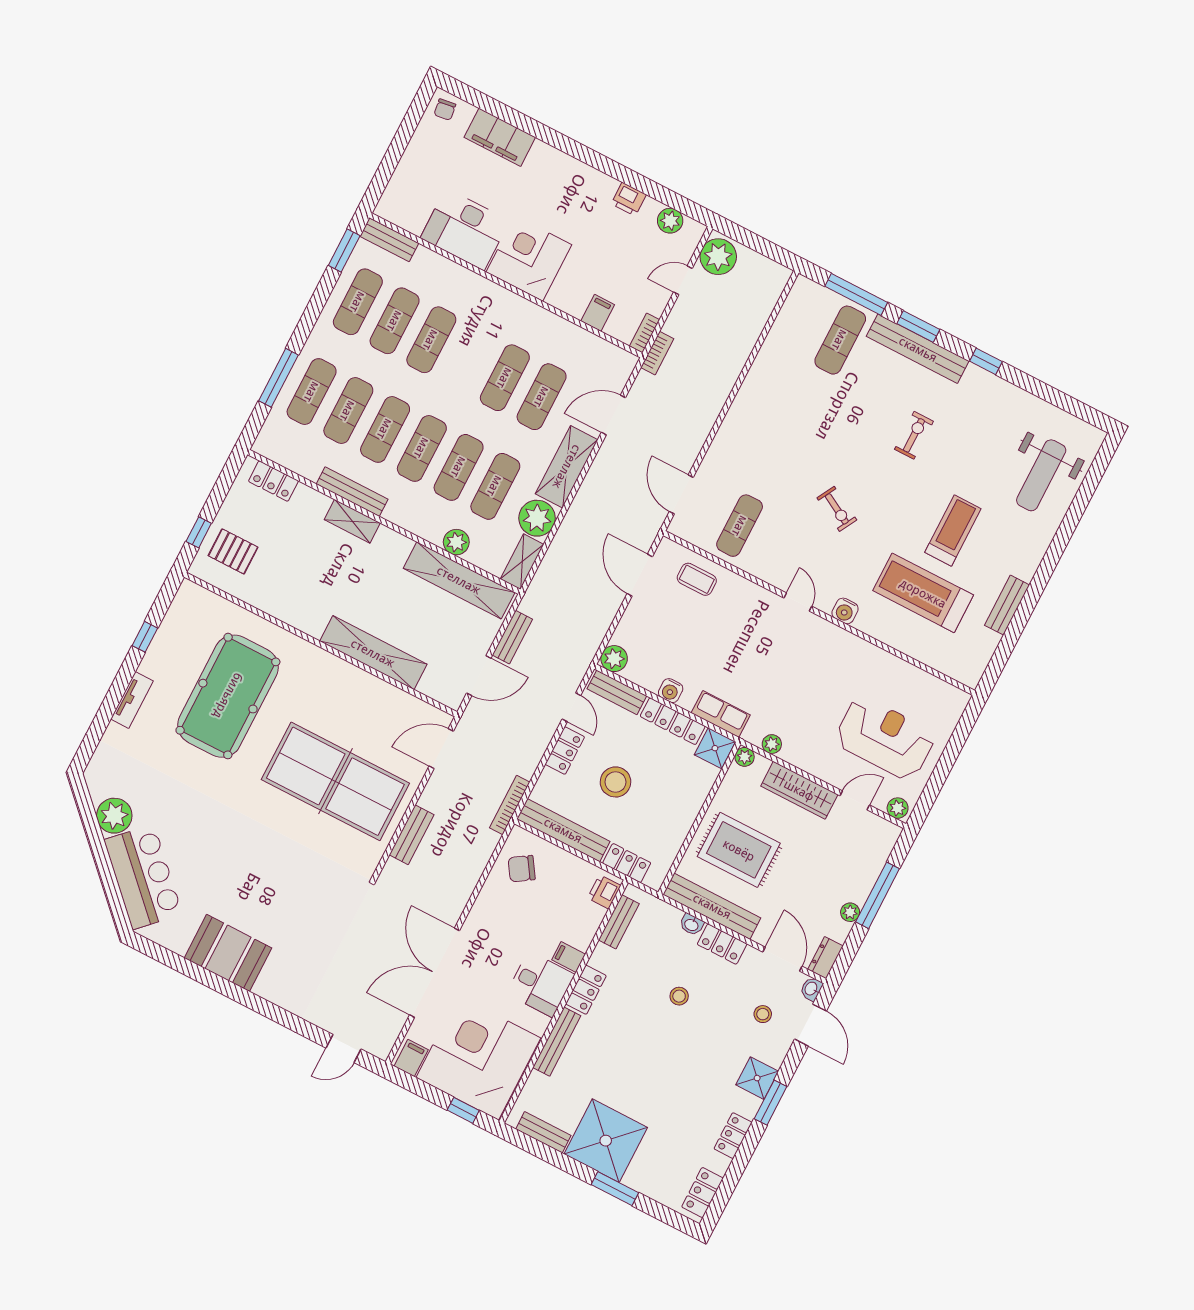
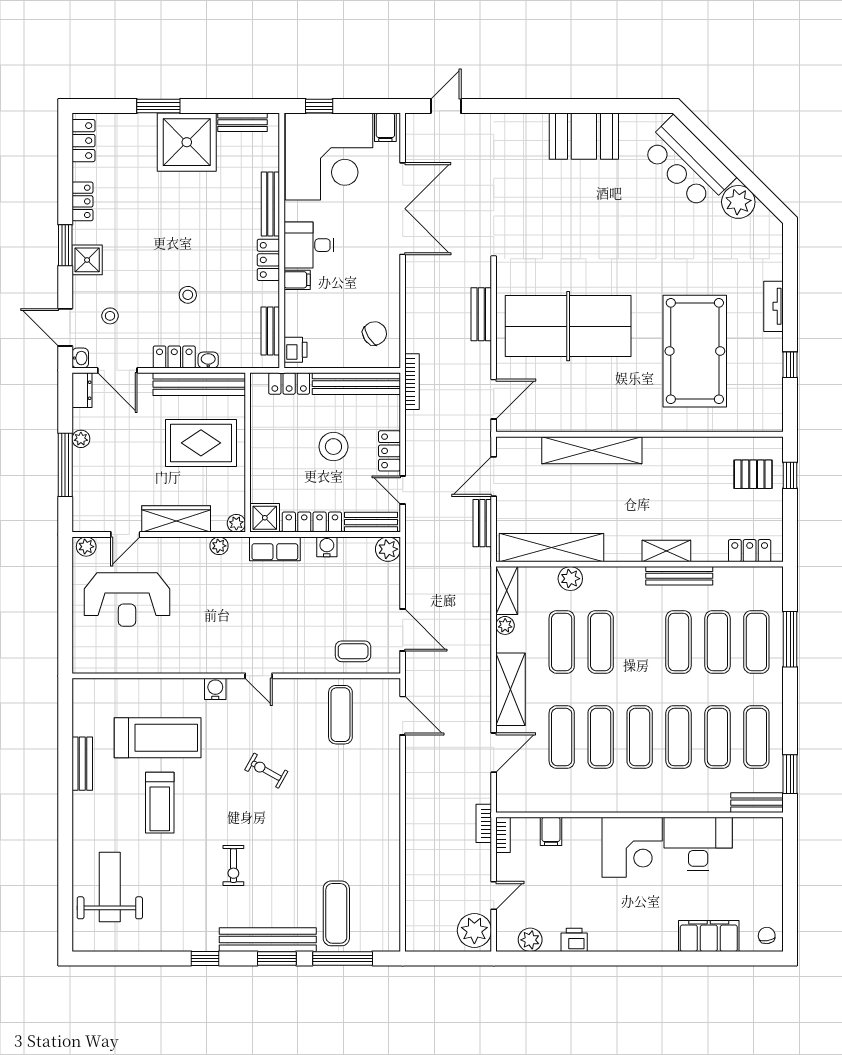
exercise mat: (422, 448) -> (640, 737), moved
plant: (537, 518) -> (505, 625), width x0.53, depth x0.53

